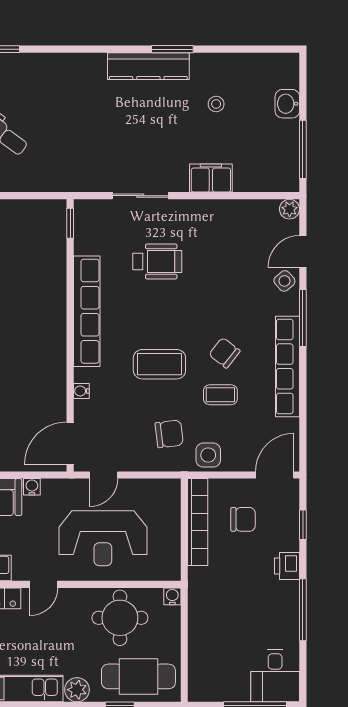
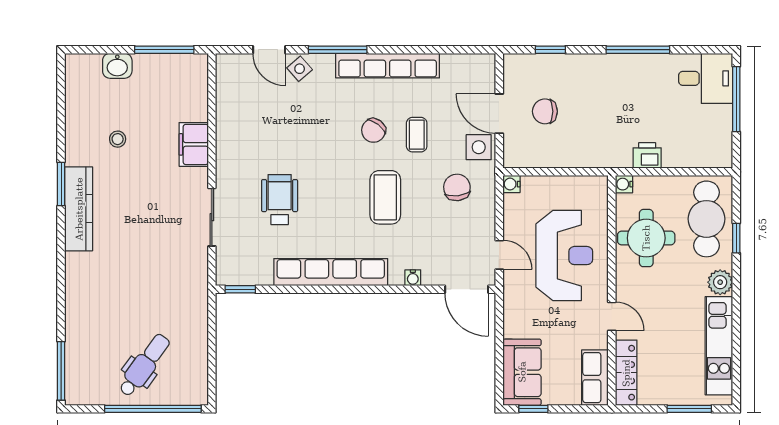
plant: (290, 209) -> (226, 64), removed
door: (275, 475) -> (499, 114), moved
water cooler: (32, 487) -> (511, 184), moved
chair: (243, 519) -> (545, 111), turned -90
bookcase: (198, 522) -> (548, 158), removed
printer: (287, 566) -> (647, 155), moved, turned 180

